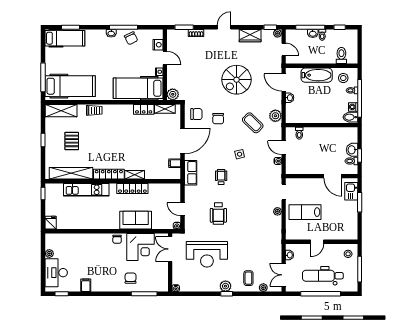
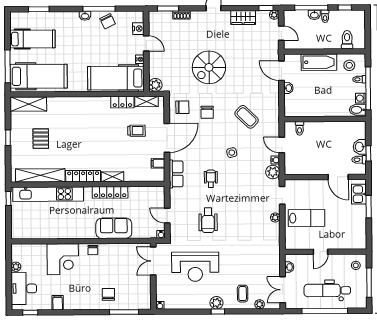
hospital bed: (65, 38) -> (32, 39), moved
spiral stairs: (237, 80) -> (209, 67), moved
trolley: (94, 110) -> (136, 131), moved
plant: (275, 116) -> (273, 172), moved
kitchen unit: (86, 190) -> (48, 194), width x1.36
lab bench: (305, 212) -> (307, 218), turned 180
fridge: (51, 223) -> (17, 232), removed
corner desk: (140, 247) -> (63, 259), moved

